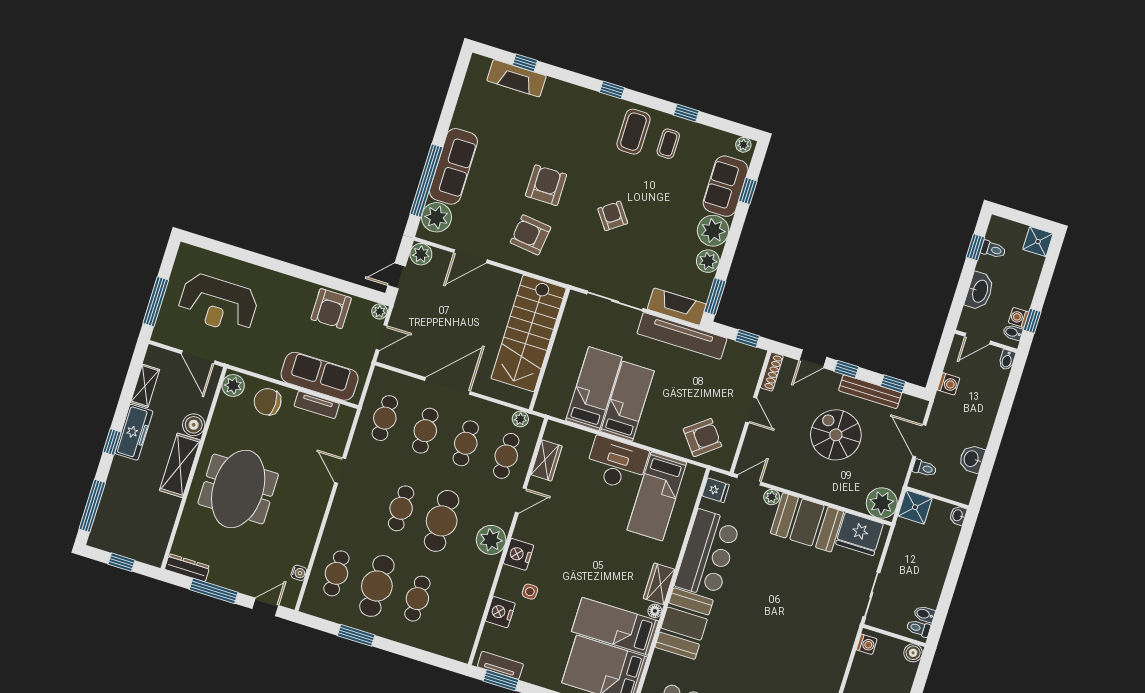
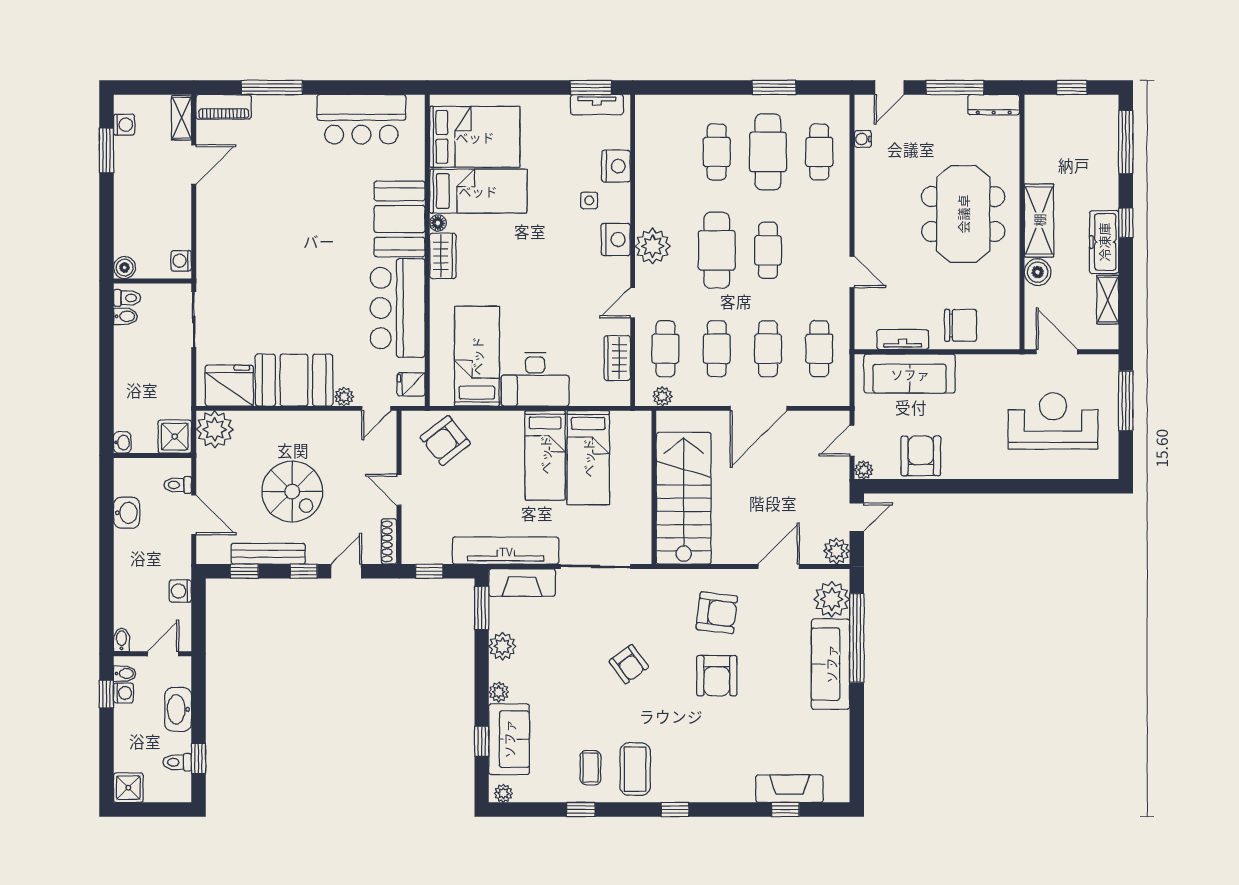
plant: (713, 231) -> (499, 692), width x0.53, depth x0.53
plant: (233, 385) -> (1006, 332), removed

